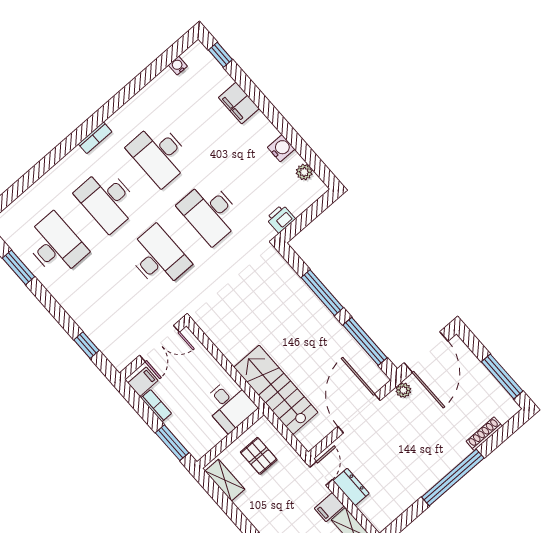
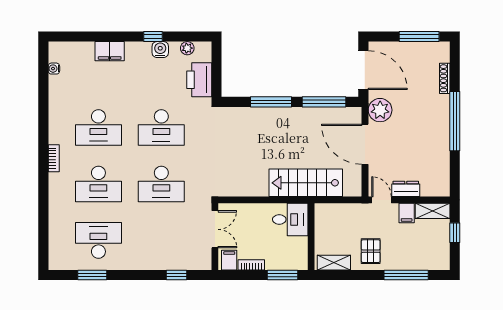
window: (220, 55) -> (153, 37), moved
printer: (281, 219) -> (199, 80), width x1.87, depth x1.48
desk: (158, 258) -> (161, 184), turned 180
plant: (403, 390) -> (380, 110), width x1.87, depth x1.87
pallet: (259, 456) -> (371, 251), moved, turned 90

